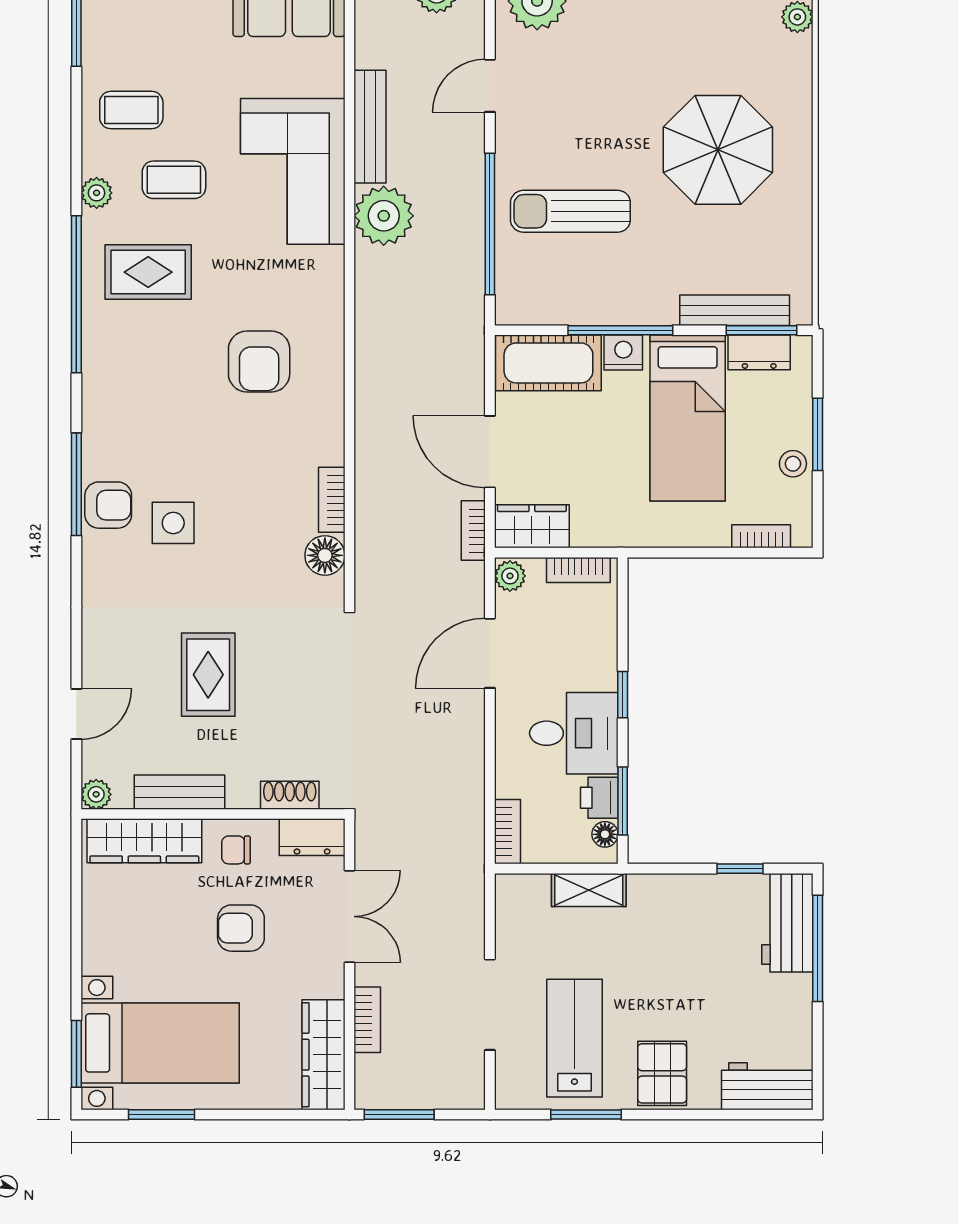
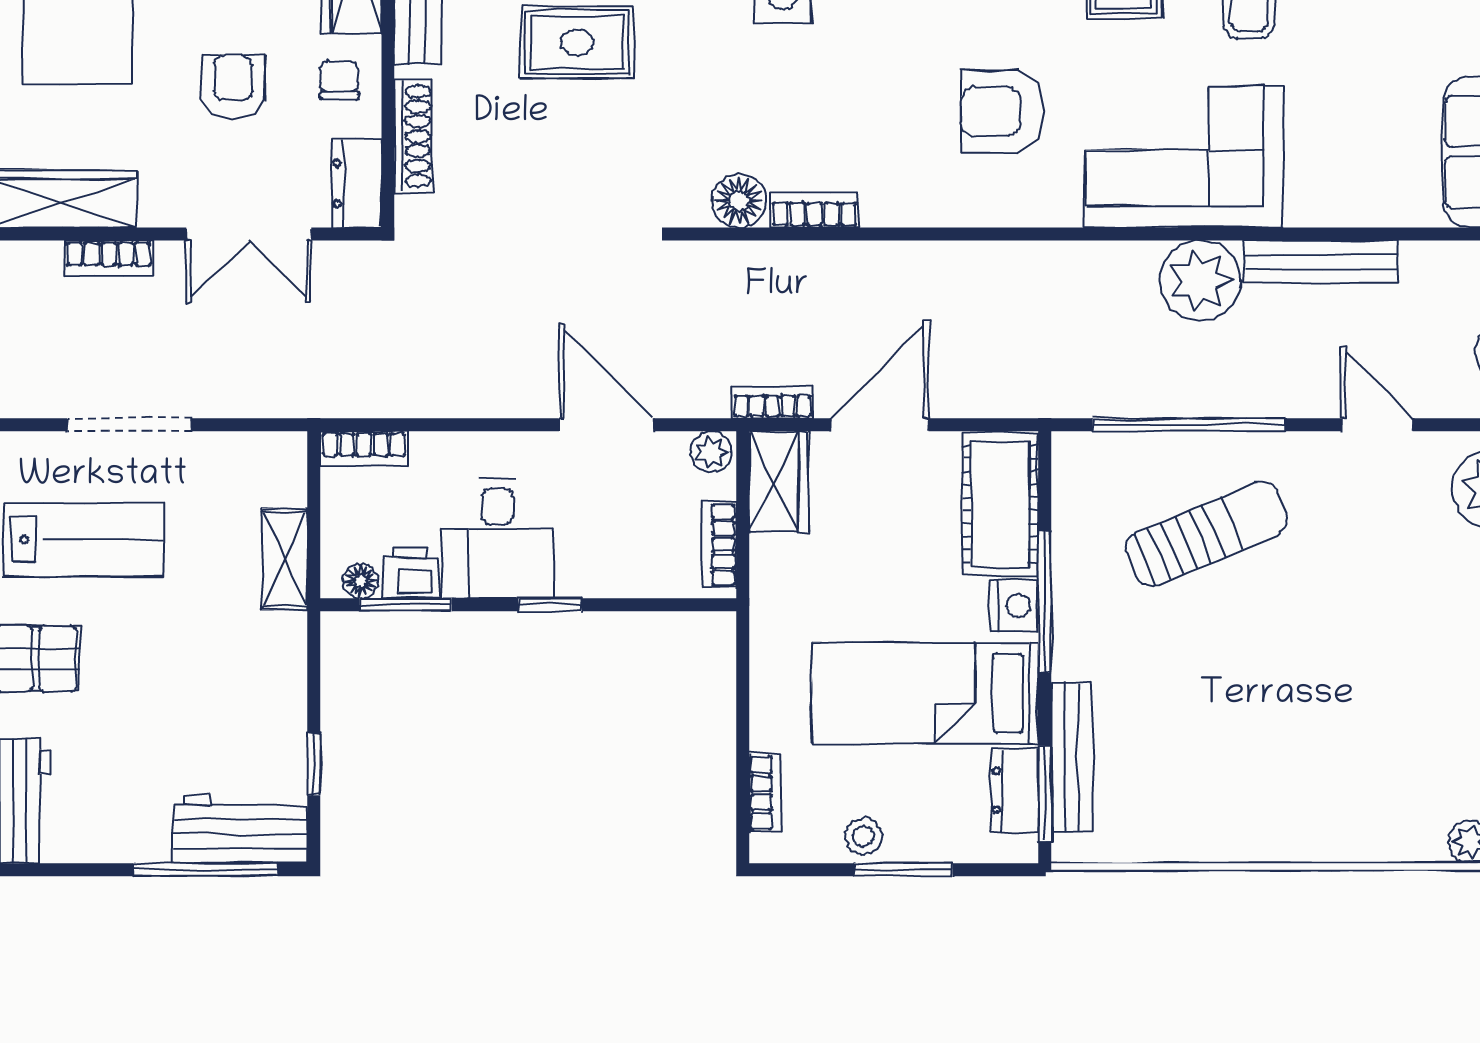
parasol: (718, 150) -> (1290, 734), removed
corner sofa: (293, 171) -> (1185, 157), moved
sun lounger: (570, 211) -> (1206, 534), turned 67
shoe rack: (290, 795) -> (413, 136), width x1.43

